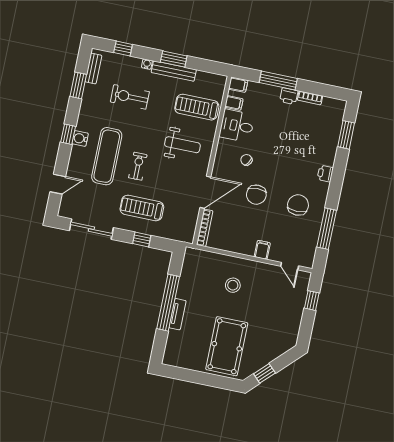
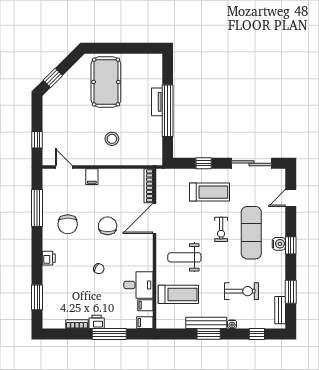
chair: (246, 160) -> (99, 269), moved
window: (264, 373) -> (53, 78), moved

